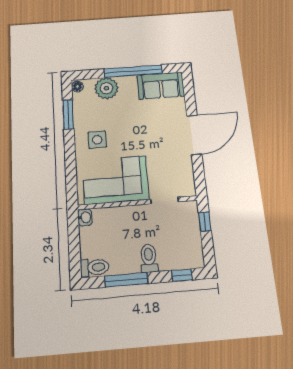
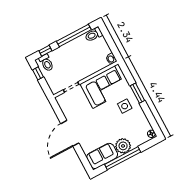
plant: (106, 88) -> (123, 146), moved
window: (68, 115) -> (137, 93), moved
window: (205, 221) -> (38, 73), moved
toilet: (149, 258) -> (46, 63), moved
window: (126, 280) -> (74, 36), width x1.46

